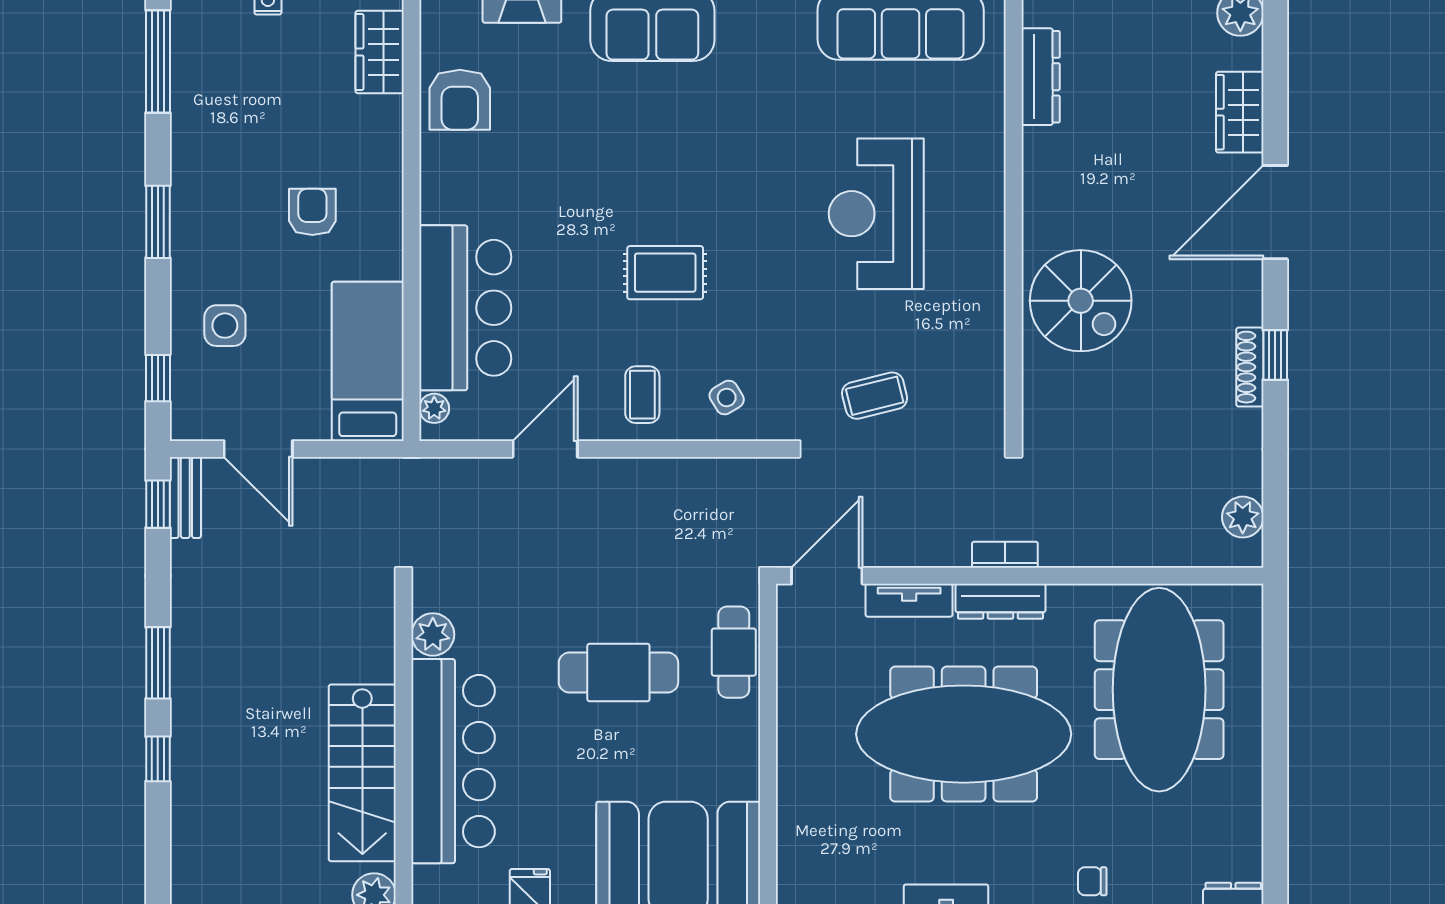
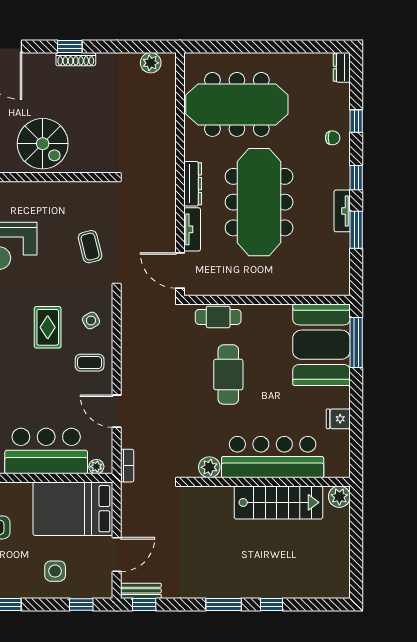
rug: (665, 273) -> (48, 327), moved
spiral stairs: (1081, 301) -> (43, 144), turned 90
bed: (368, 361) -> (73, 509), width x1.50
bookcase: (1005, 555) -> (127, 466), moved, turned 180
chair: (1092, 881) -> (333, 138), turned -90

